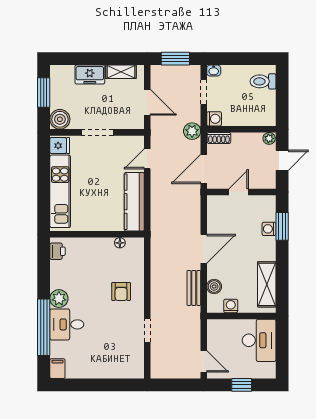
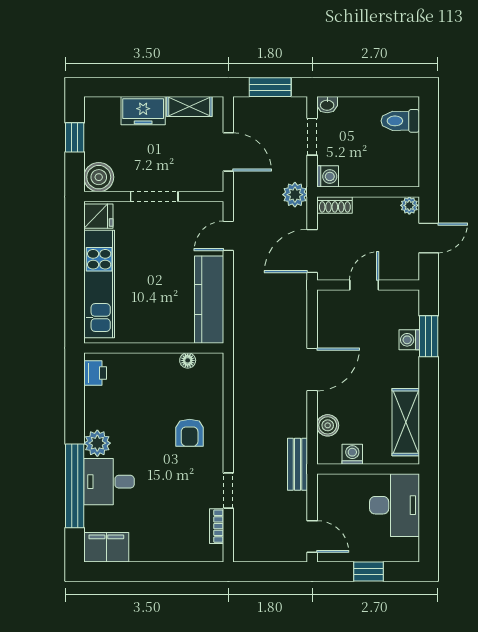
window: (44, 93) -> (75, 137), width x0.67
bench: (194, 288) -> (298, 464), moved
bookcase: (139, 354) -> (217, 526), added
filing cabinet: (57, 369) -> (106, 547), width x2.00

